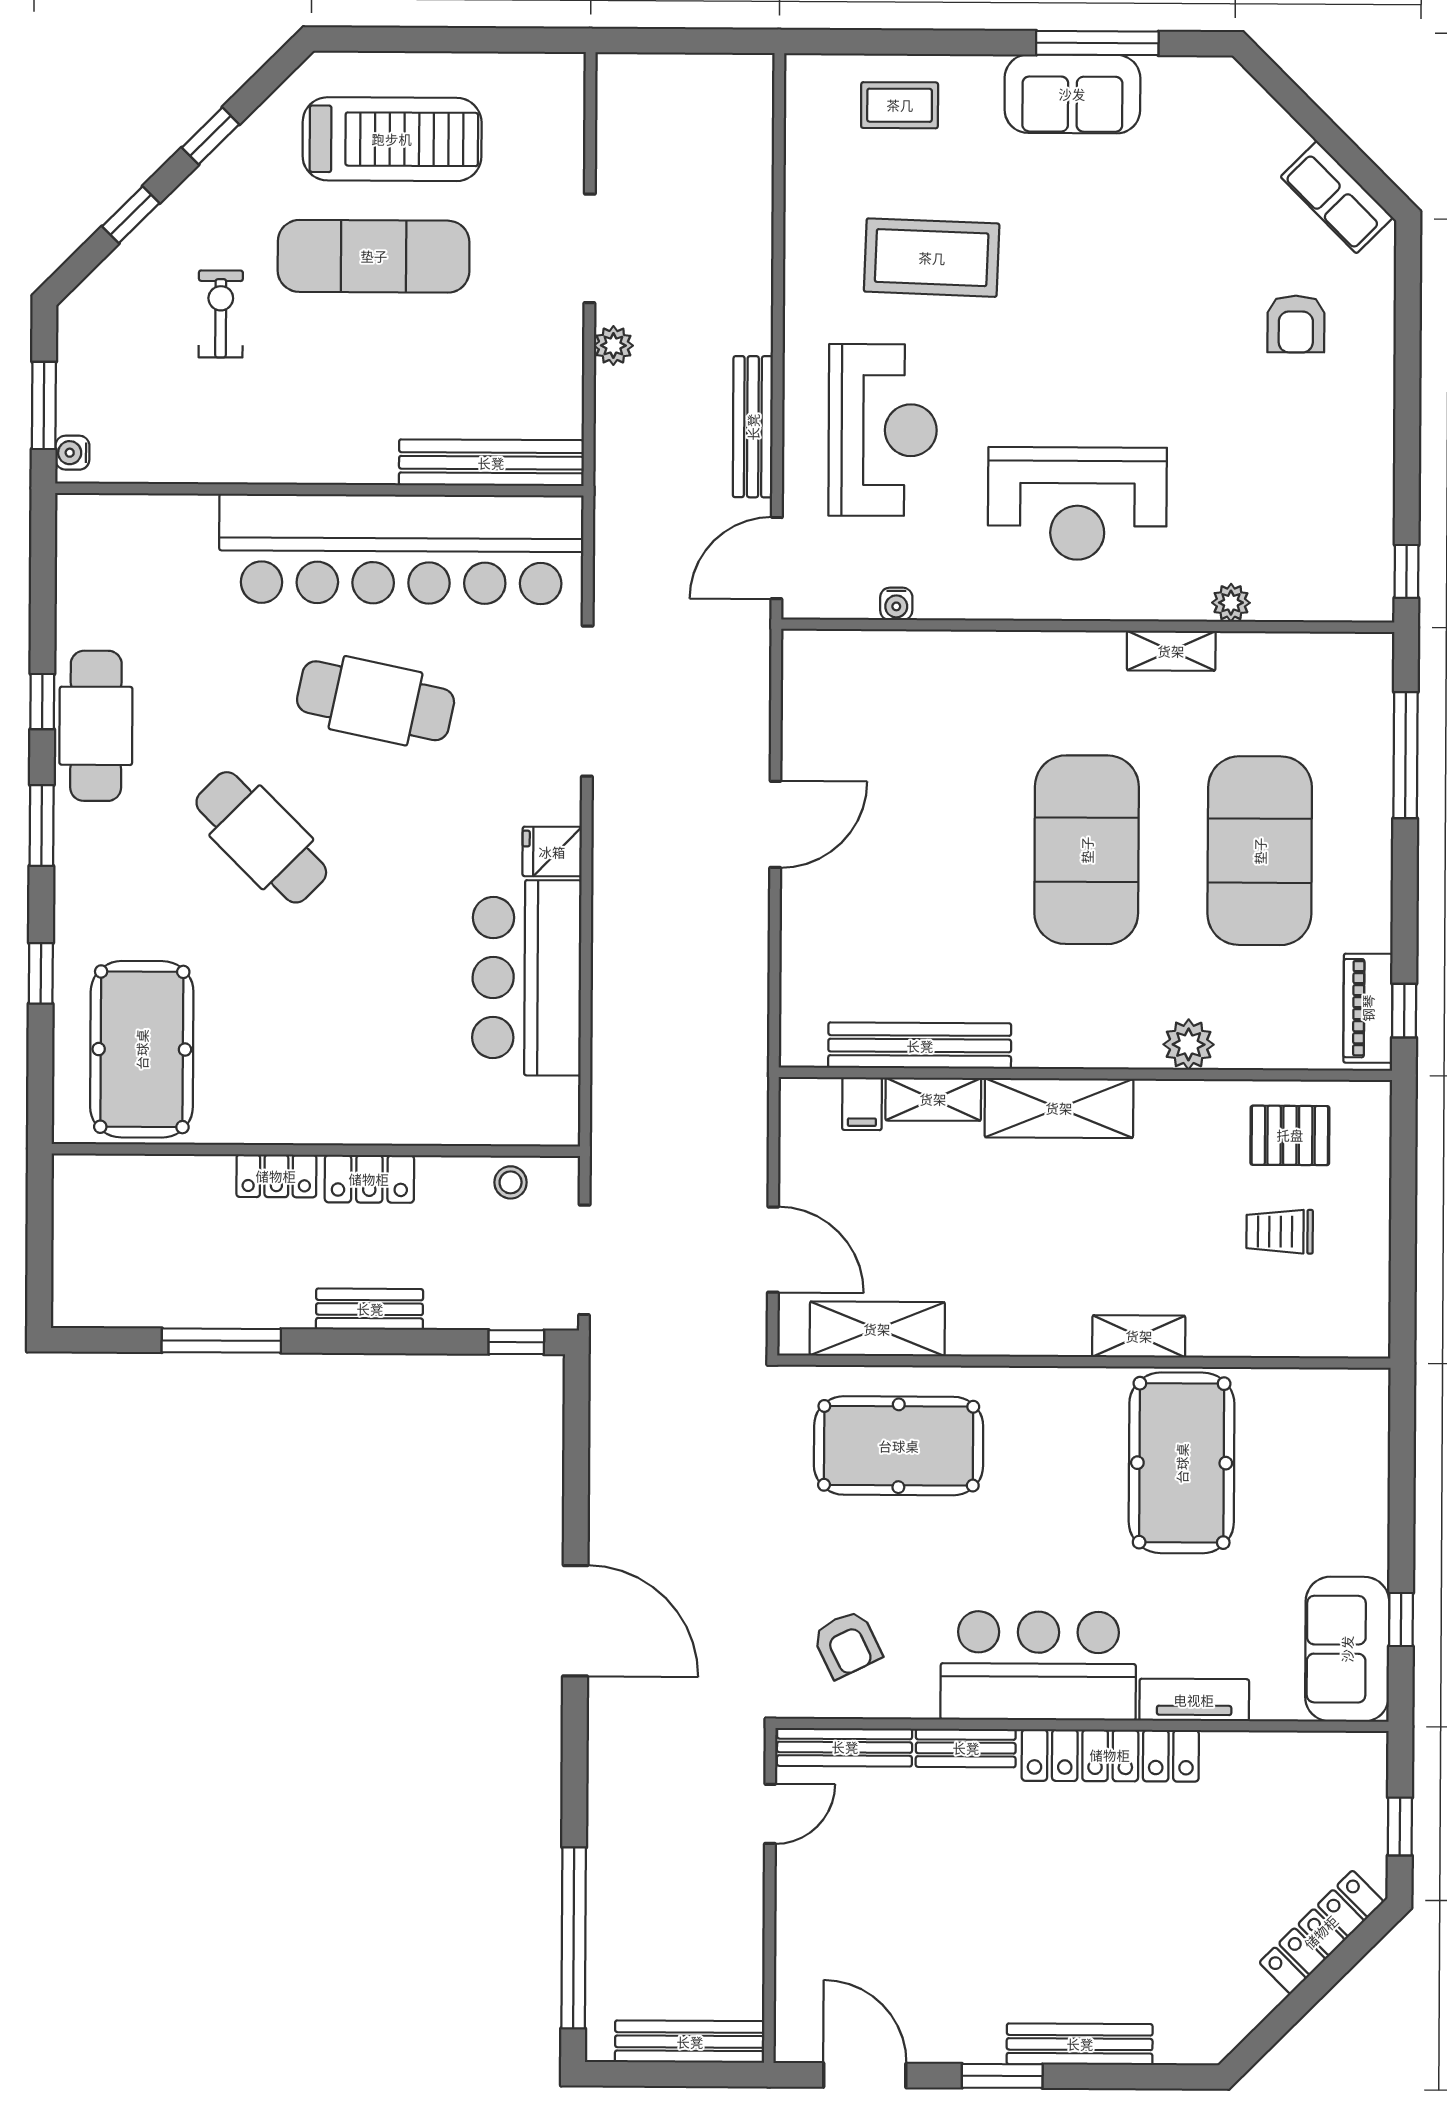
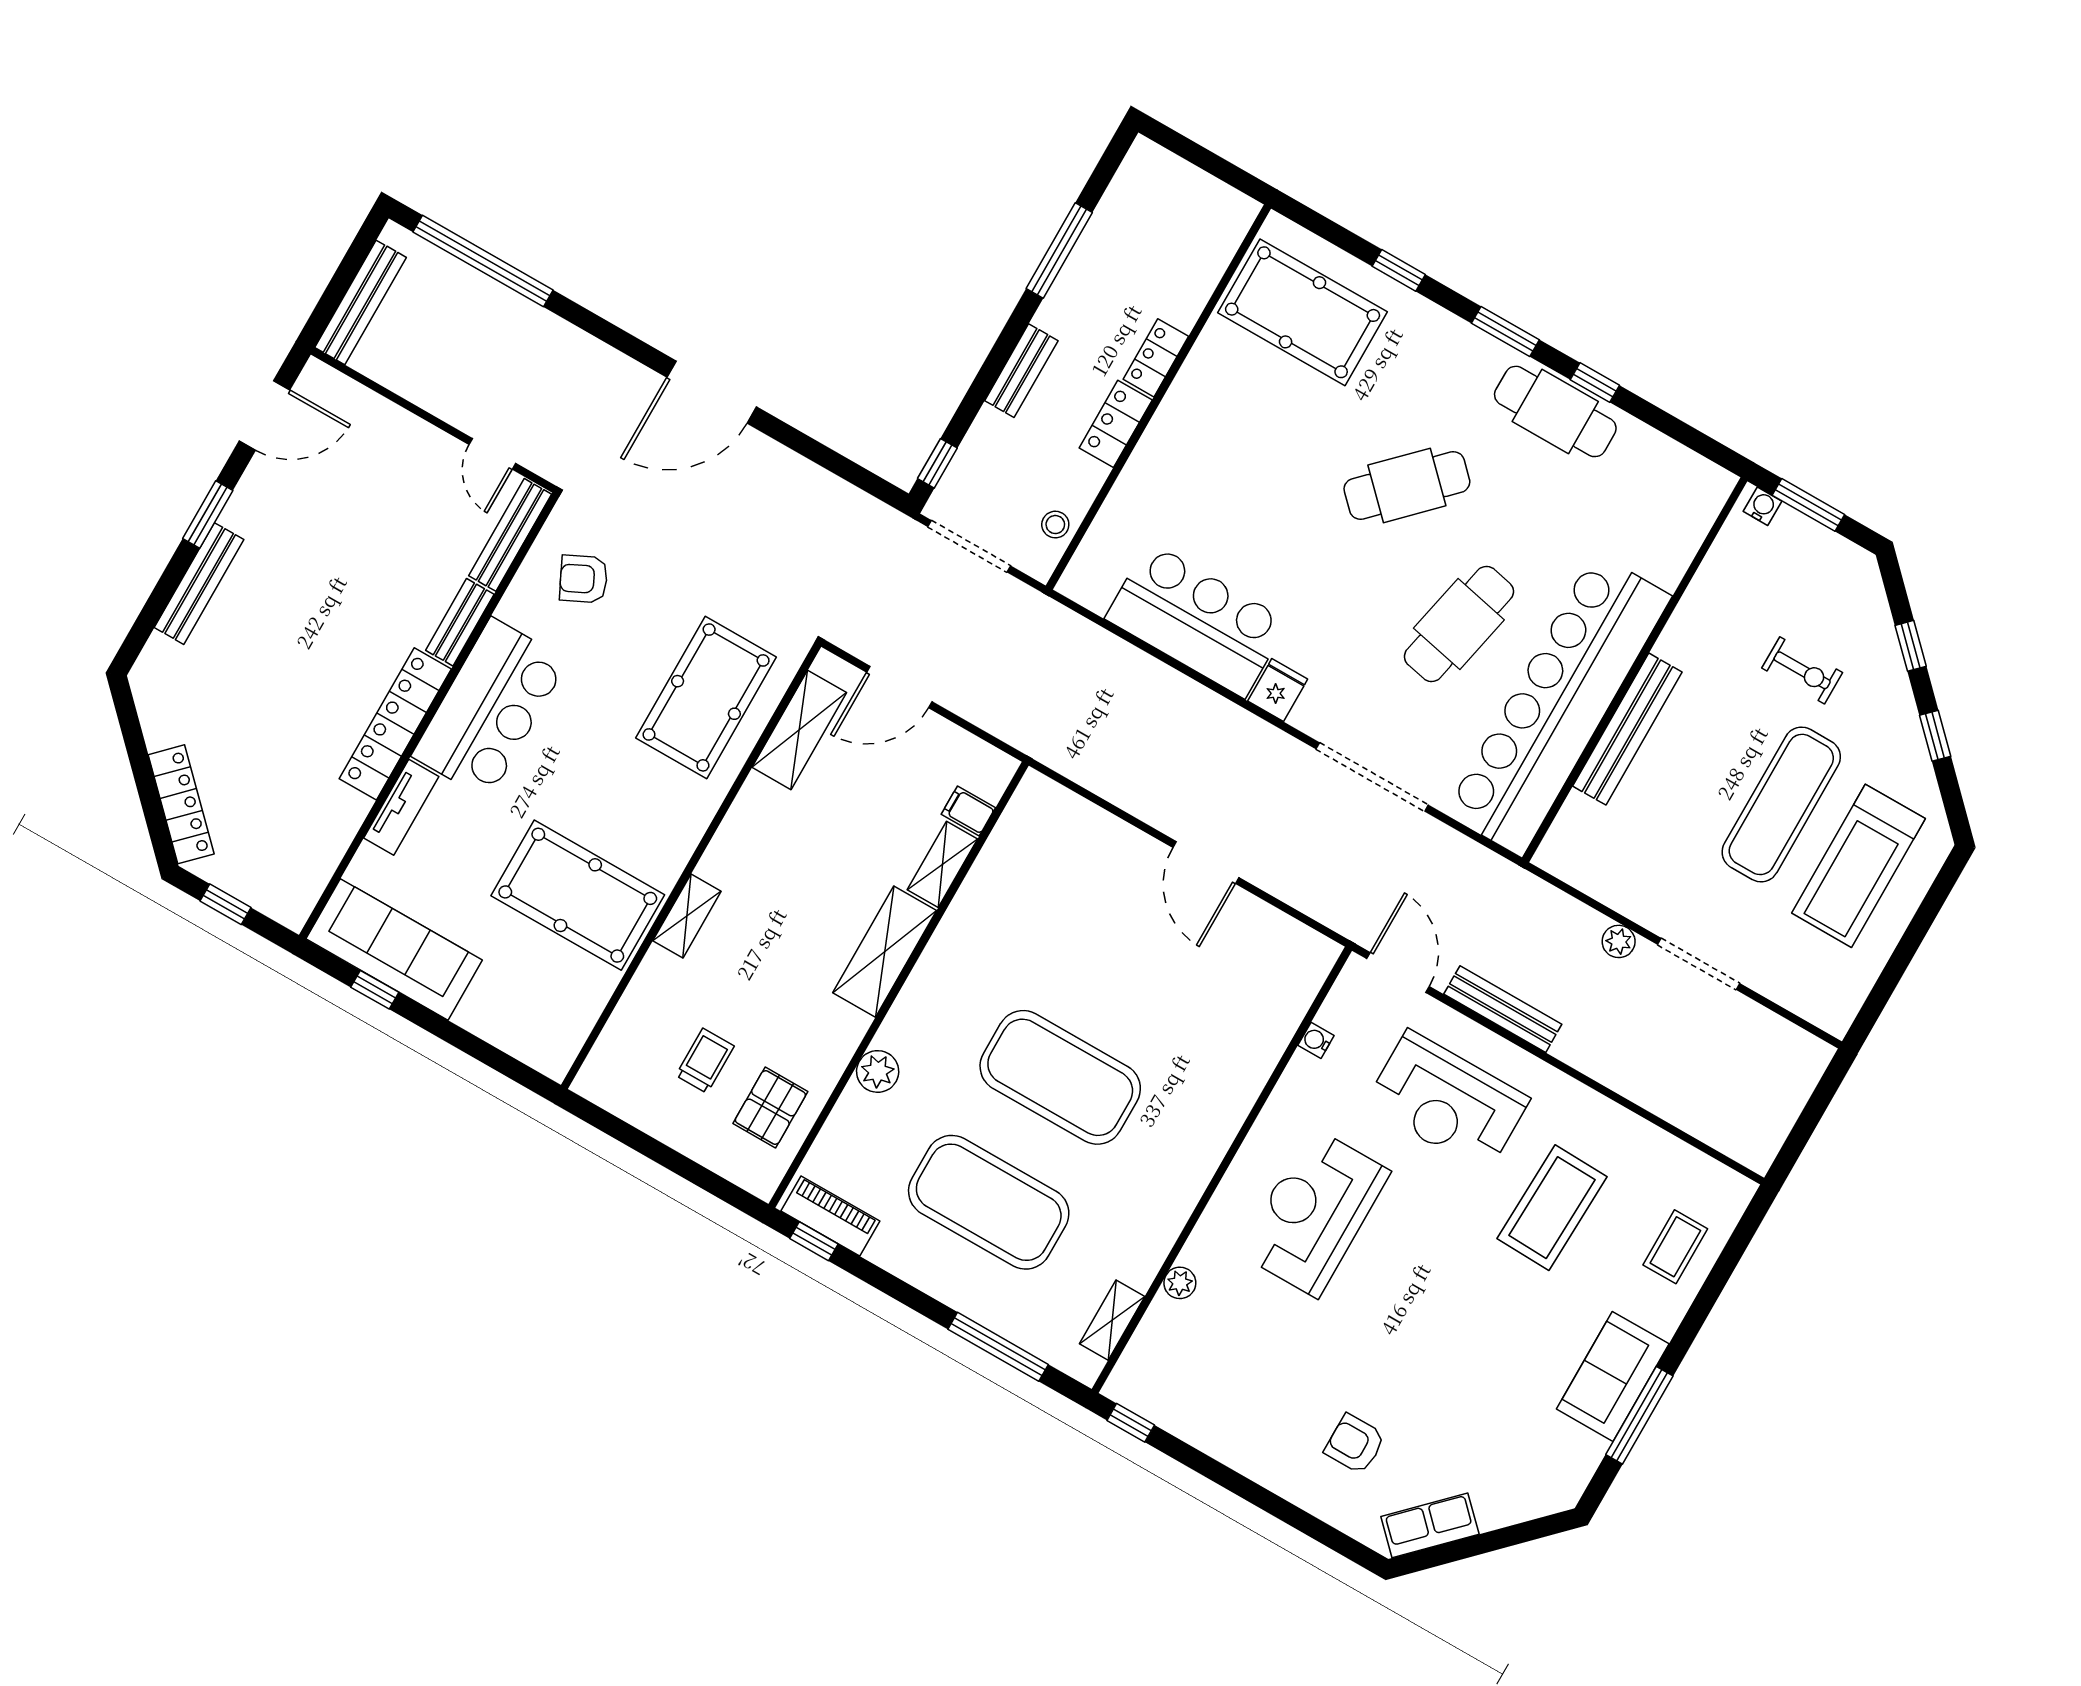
bench: (491, 463) -> (1627, 729), moved
shelving: (1171, 651) -> (1112, 1320), moved
bench: (920, 1046) -> (987, 877), removed
sofa: (1347, 1649) -> (394, 949), width x1.36

